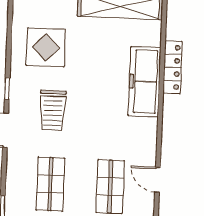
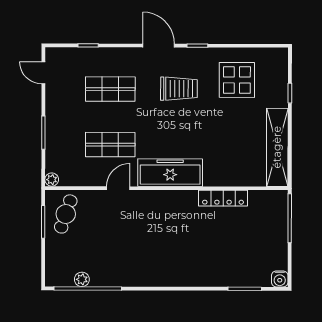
freezer: (145, 82) -> (170, 173), moved
trolley: (53, 110) -> (179, 89), turned 180

